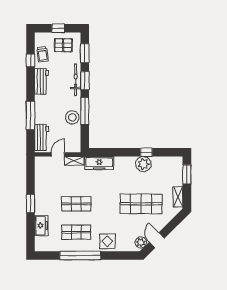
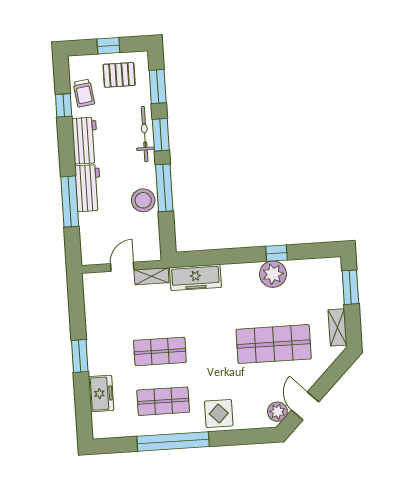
workbench: (42, 137) -> (88, 188), moved

